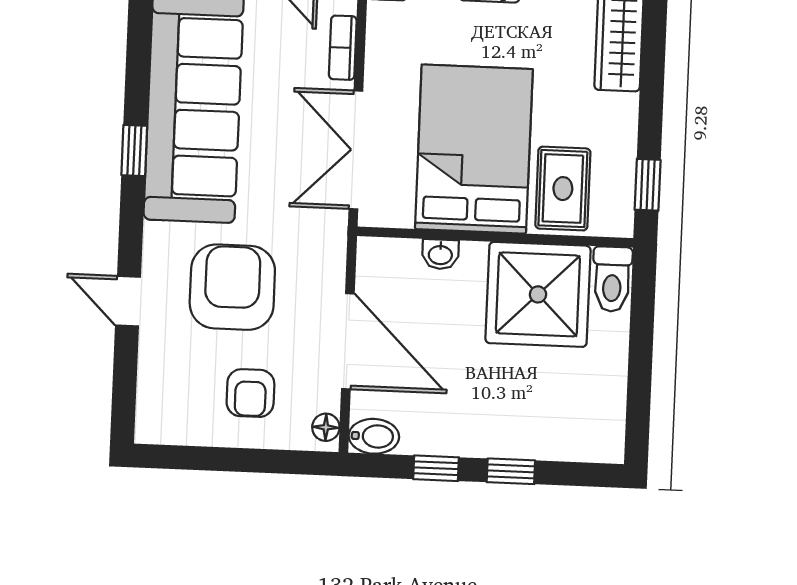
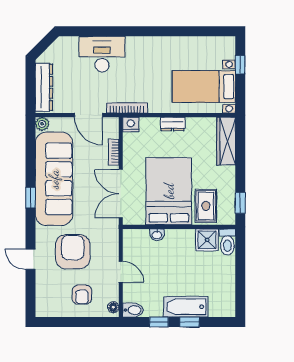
shower: (538, 294) -> (207, 240), width x0.54, depth x0.54
door: (348, 341) -> (121, 272), width x0.53
bathtub: (504, 434) -> (186, 307), added

